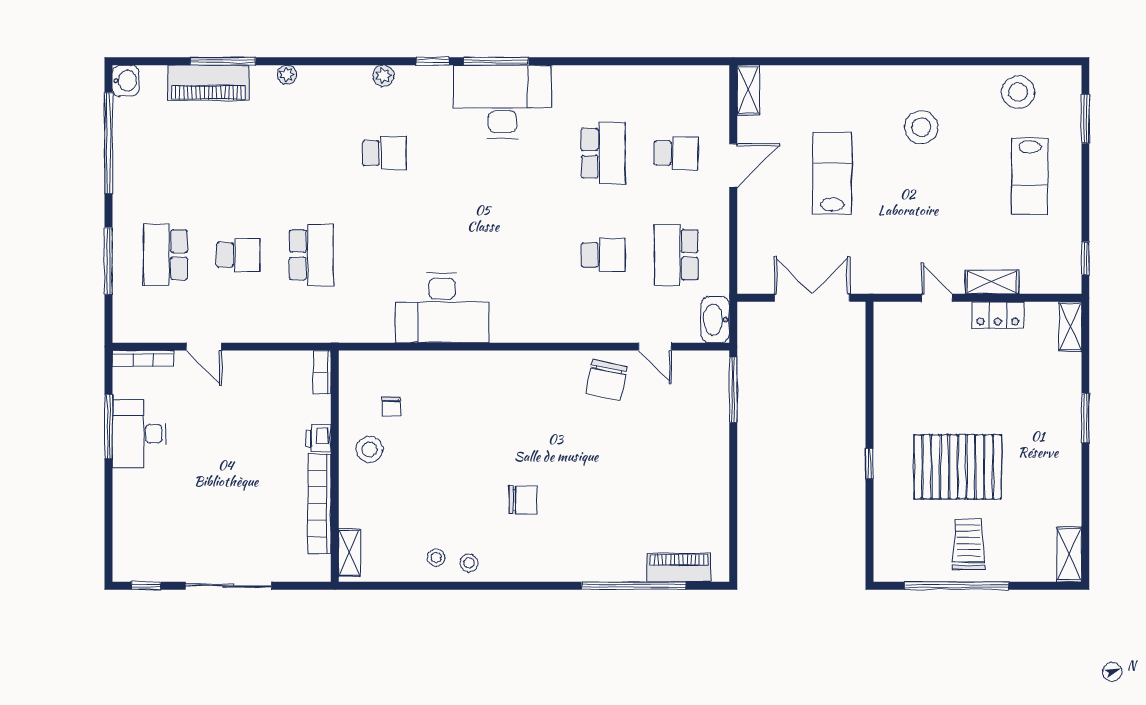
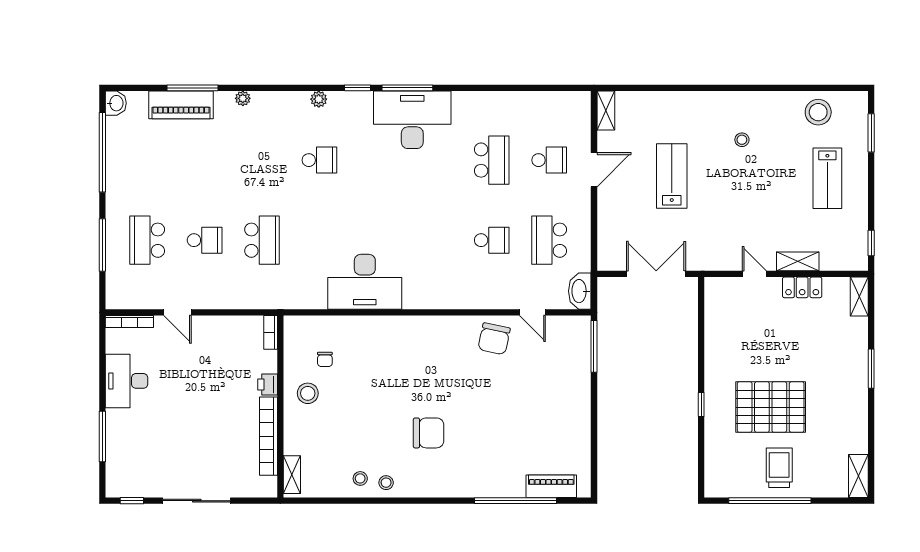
stool: (921, 127) -> (742, 140), width x0.53, depth x0.53
window: (108, 427) -> (102, 437), moved
chair: (523, 500) -> (429, 433), width x1.37, depth x1.37

